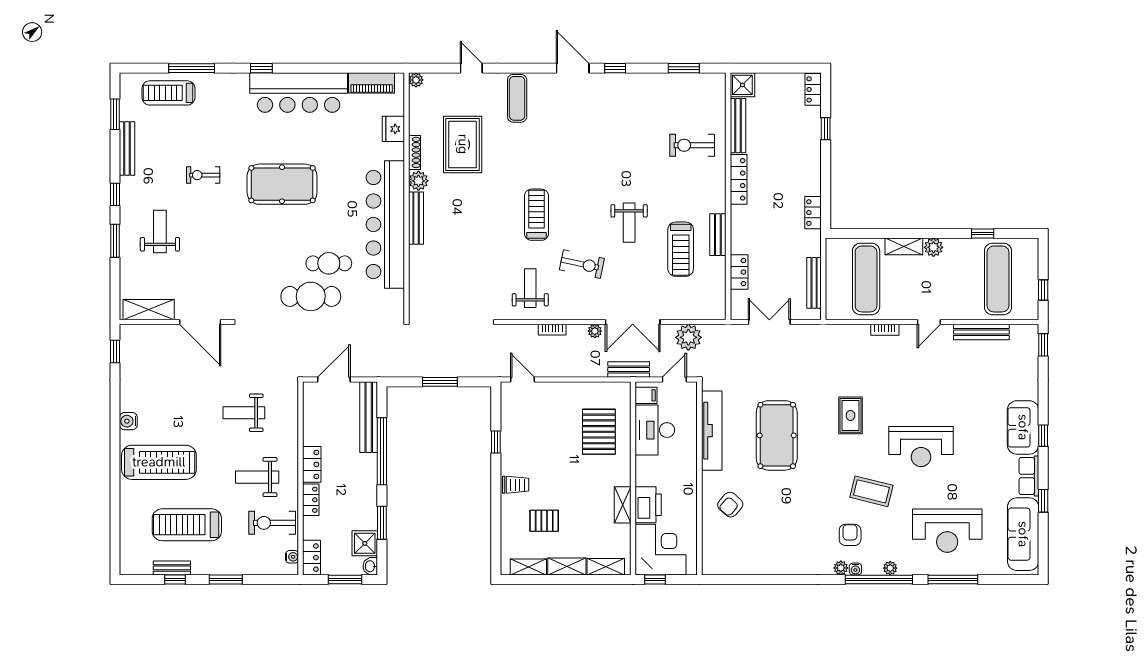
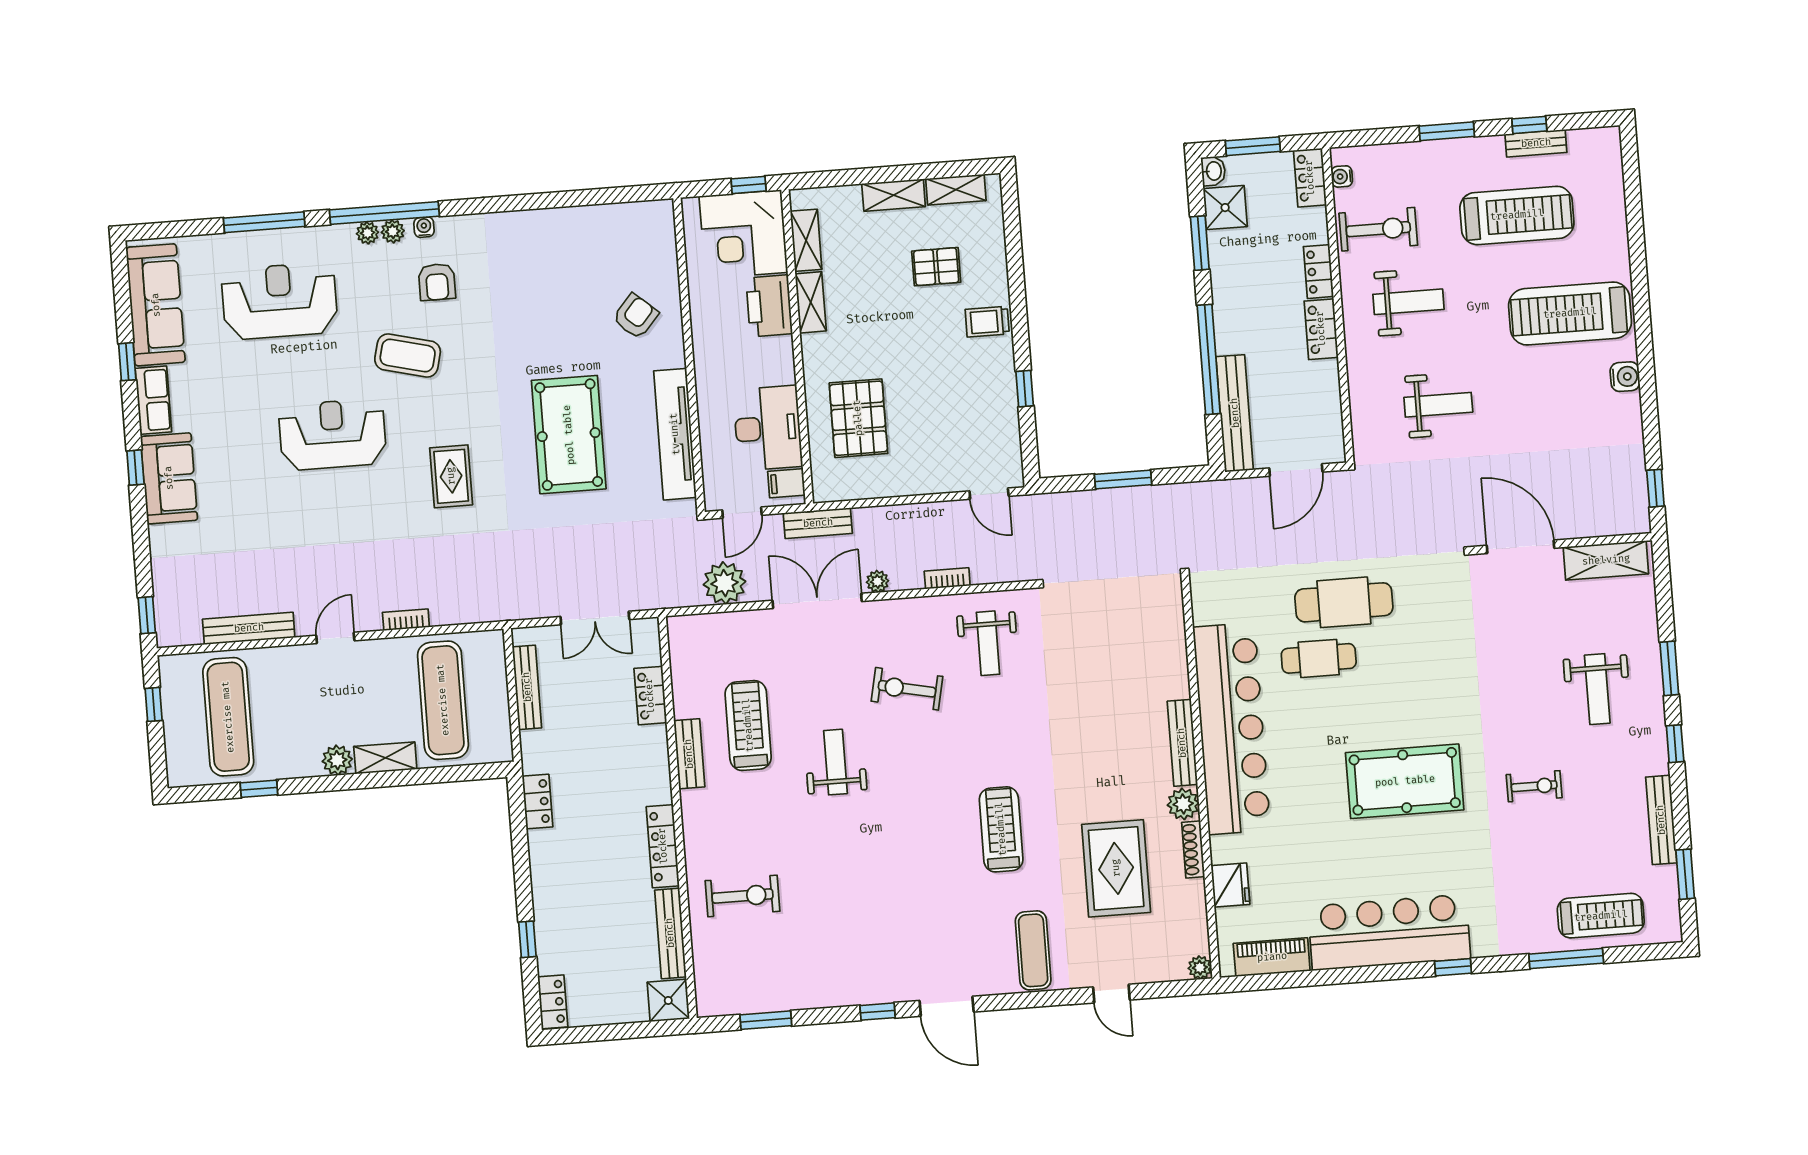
treadmill: (536, 215) -> (1001, 829), moved, turned 180
shelving: (606, 567) -> (806, 240), moved, turned 90
plant: (841, 568) -> (393, 231), moved

